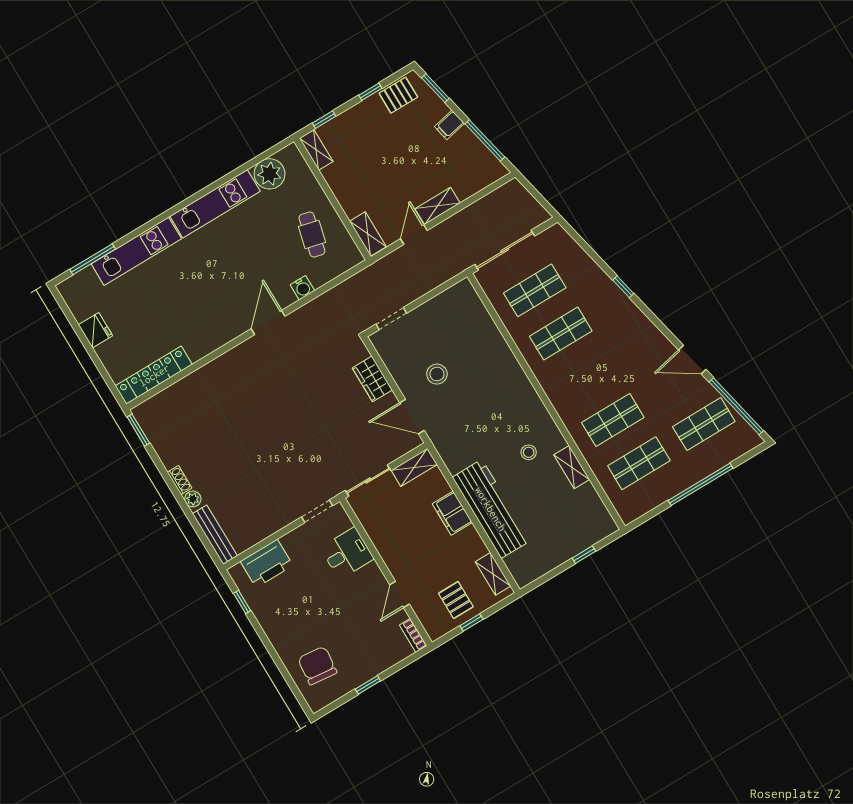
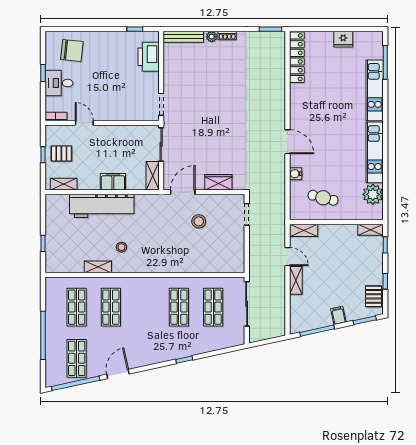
desk: (347, 553) -> (59, 83), moved, turned 90

